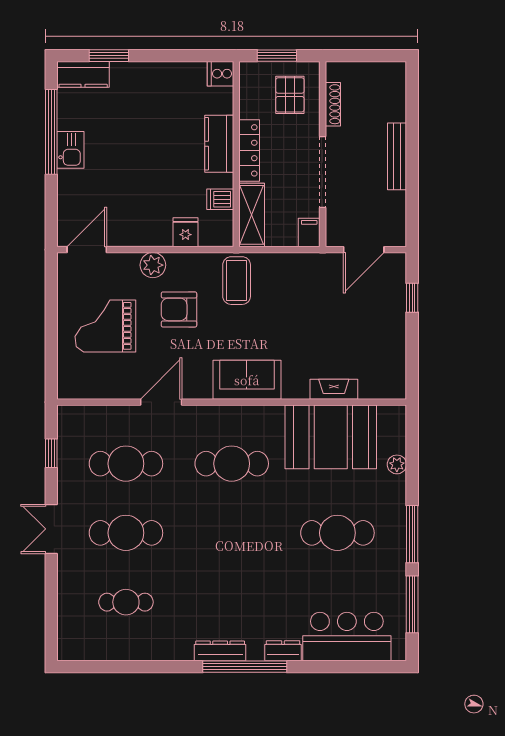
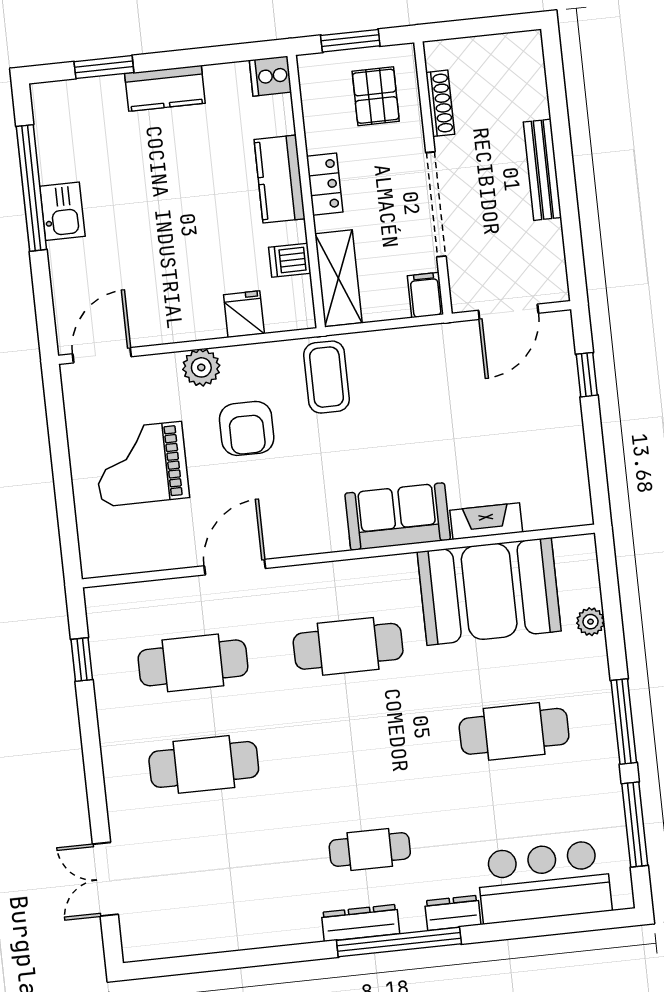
kitchen counter: (83, 74) -> (165, 88), moved
locker: (249, 150) -> (325, 184), width x0.66
armchair: (179, 309) -> (247, 428), turned -90
sofa: (247, 380) -> (398, 517), moved
double door: (51, 529) -> (105, 879), moved
cafe table: (126, 602) -> (370, 849), moved

